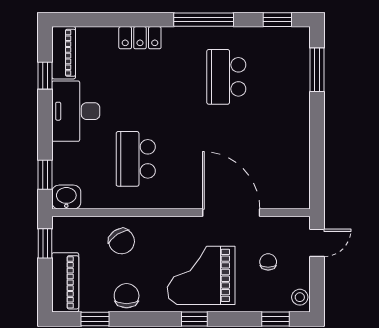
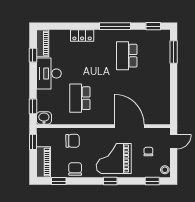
chair: (122, 241) -> (73, 141), turned -58

